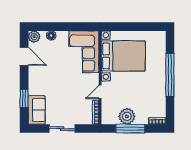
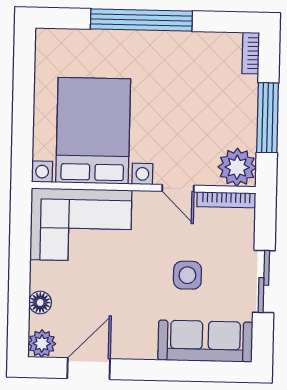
side table: (64, 97) -> (187, 275), added
window: (24, 98) -> (189, 371), removed
sofa: (37, 110) -> (205, 341), width x1.36
plant: (127, 116) -> (237, 167), moved

